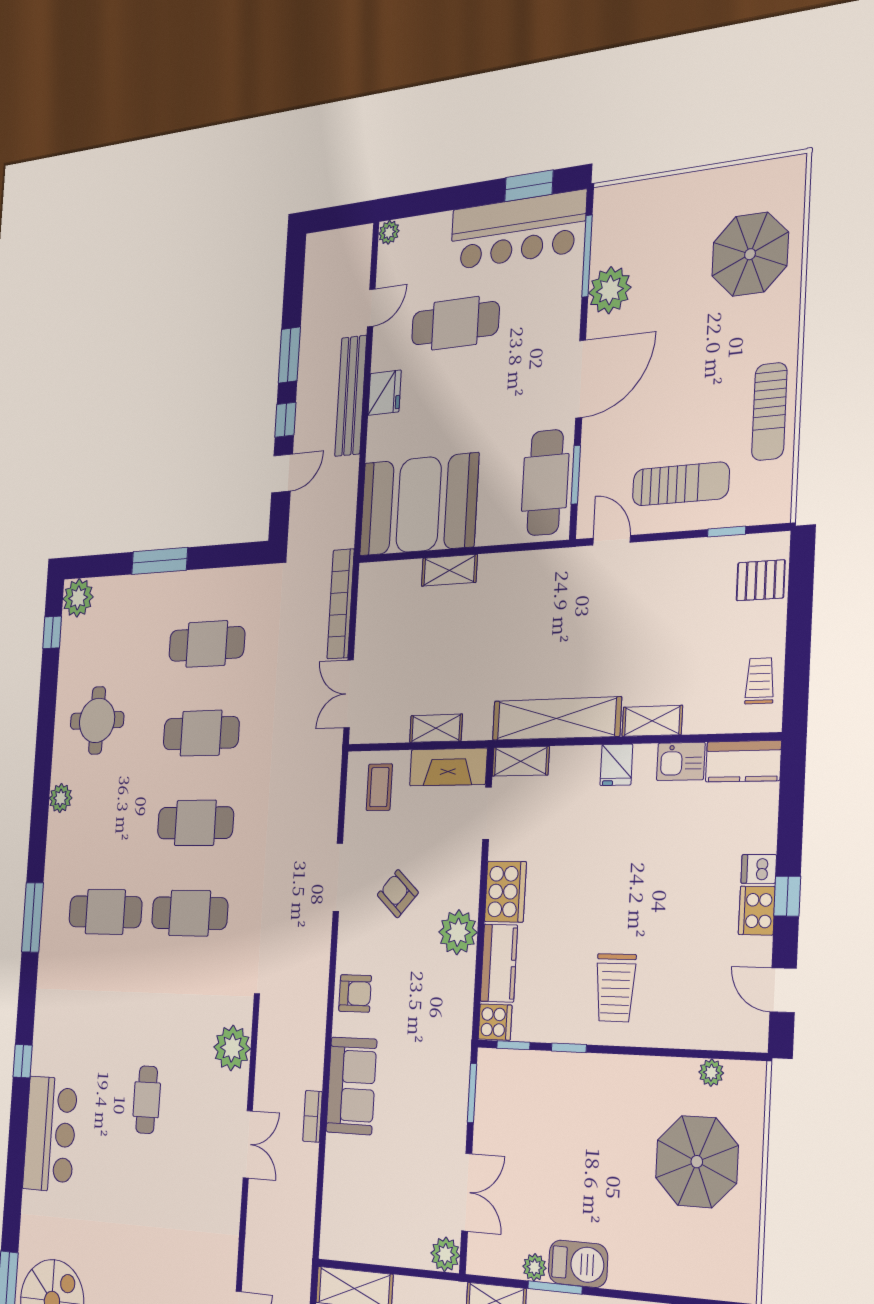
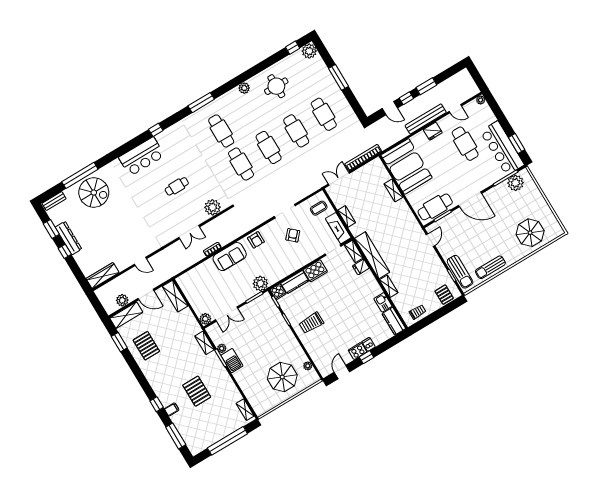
plant: (610, 290) -> (516, 183), moved
sun lounger: (681, 484) -> (460, 272), moved
fridge: (616, 765) -> (361, 267), moved
plant: (458, 932) -> (260, 284), moved

